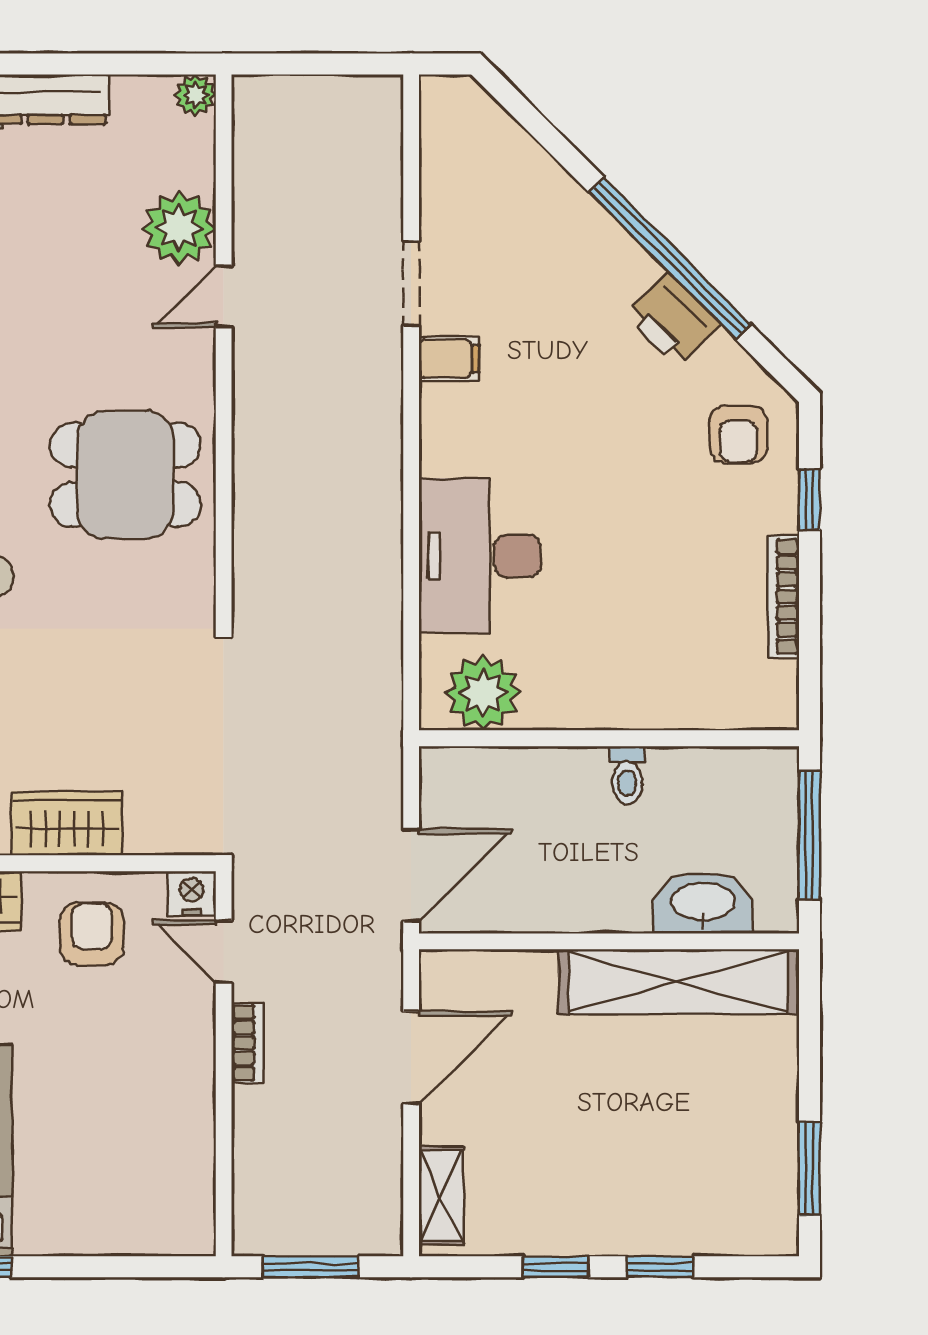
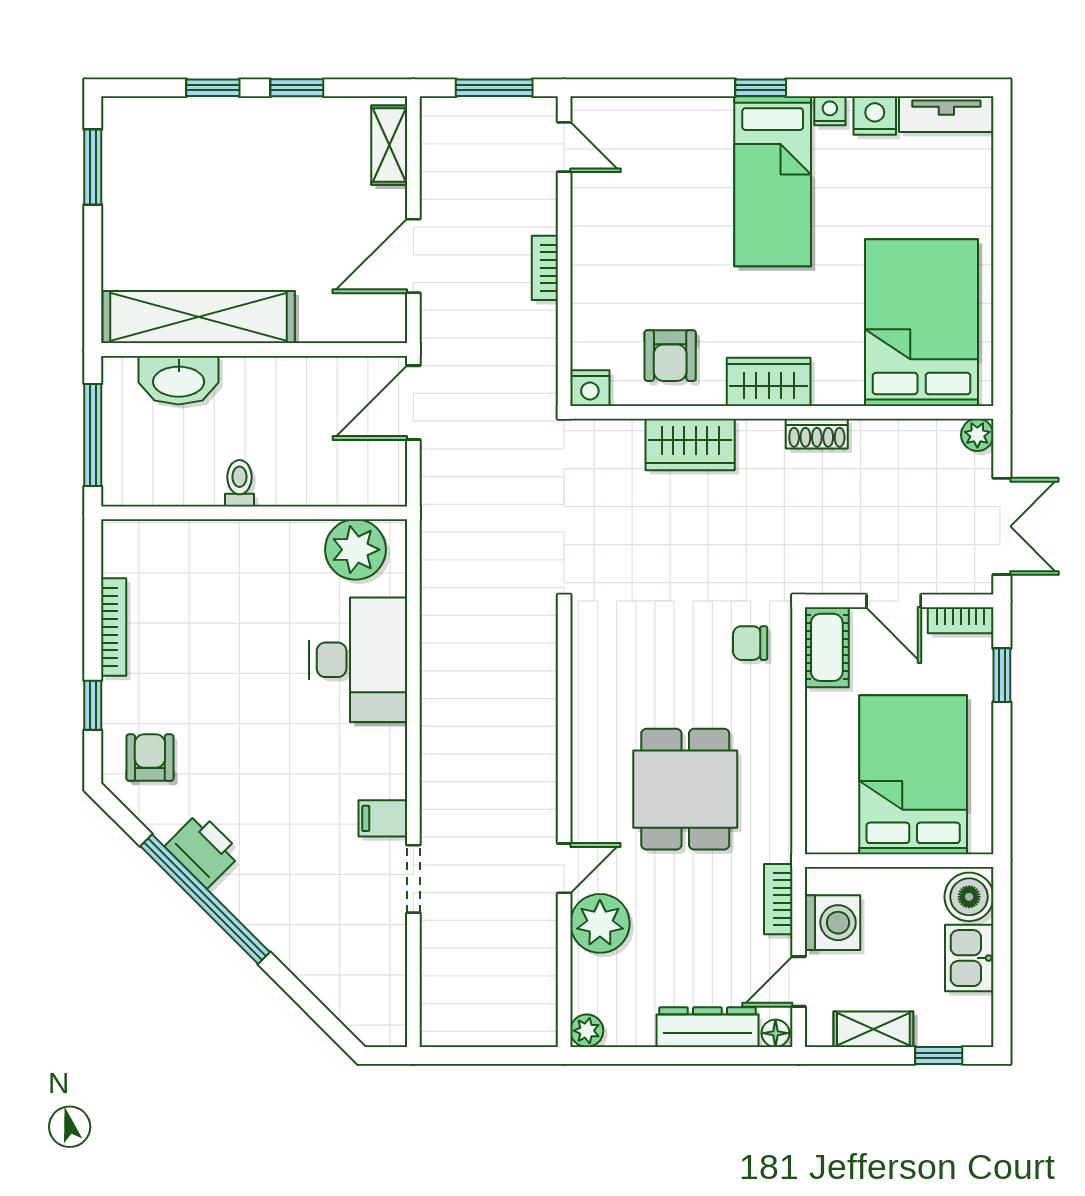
dining table: (125, 475) -> (685, 789), moved, turned 90
door: (224, 951) -> (564, 147), moved

